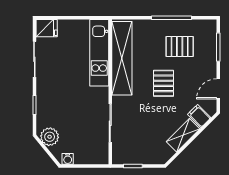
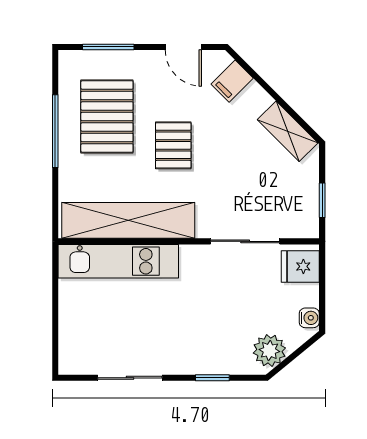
fridge: (47, 28) -> (300, 266), moved, turned -90
pallet: (180, 46) -> (107, 116), width x1.50, depth x1.42
pallet: (164, 83) -> (173, 145), turned 90
shelving: (183, 135) -> (288, 131), moved

